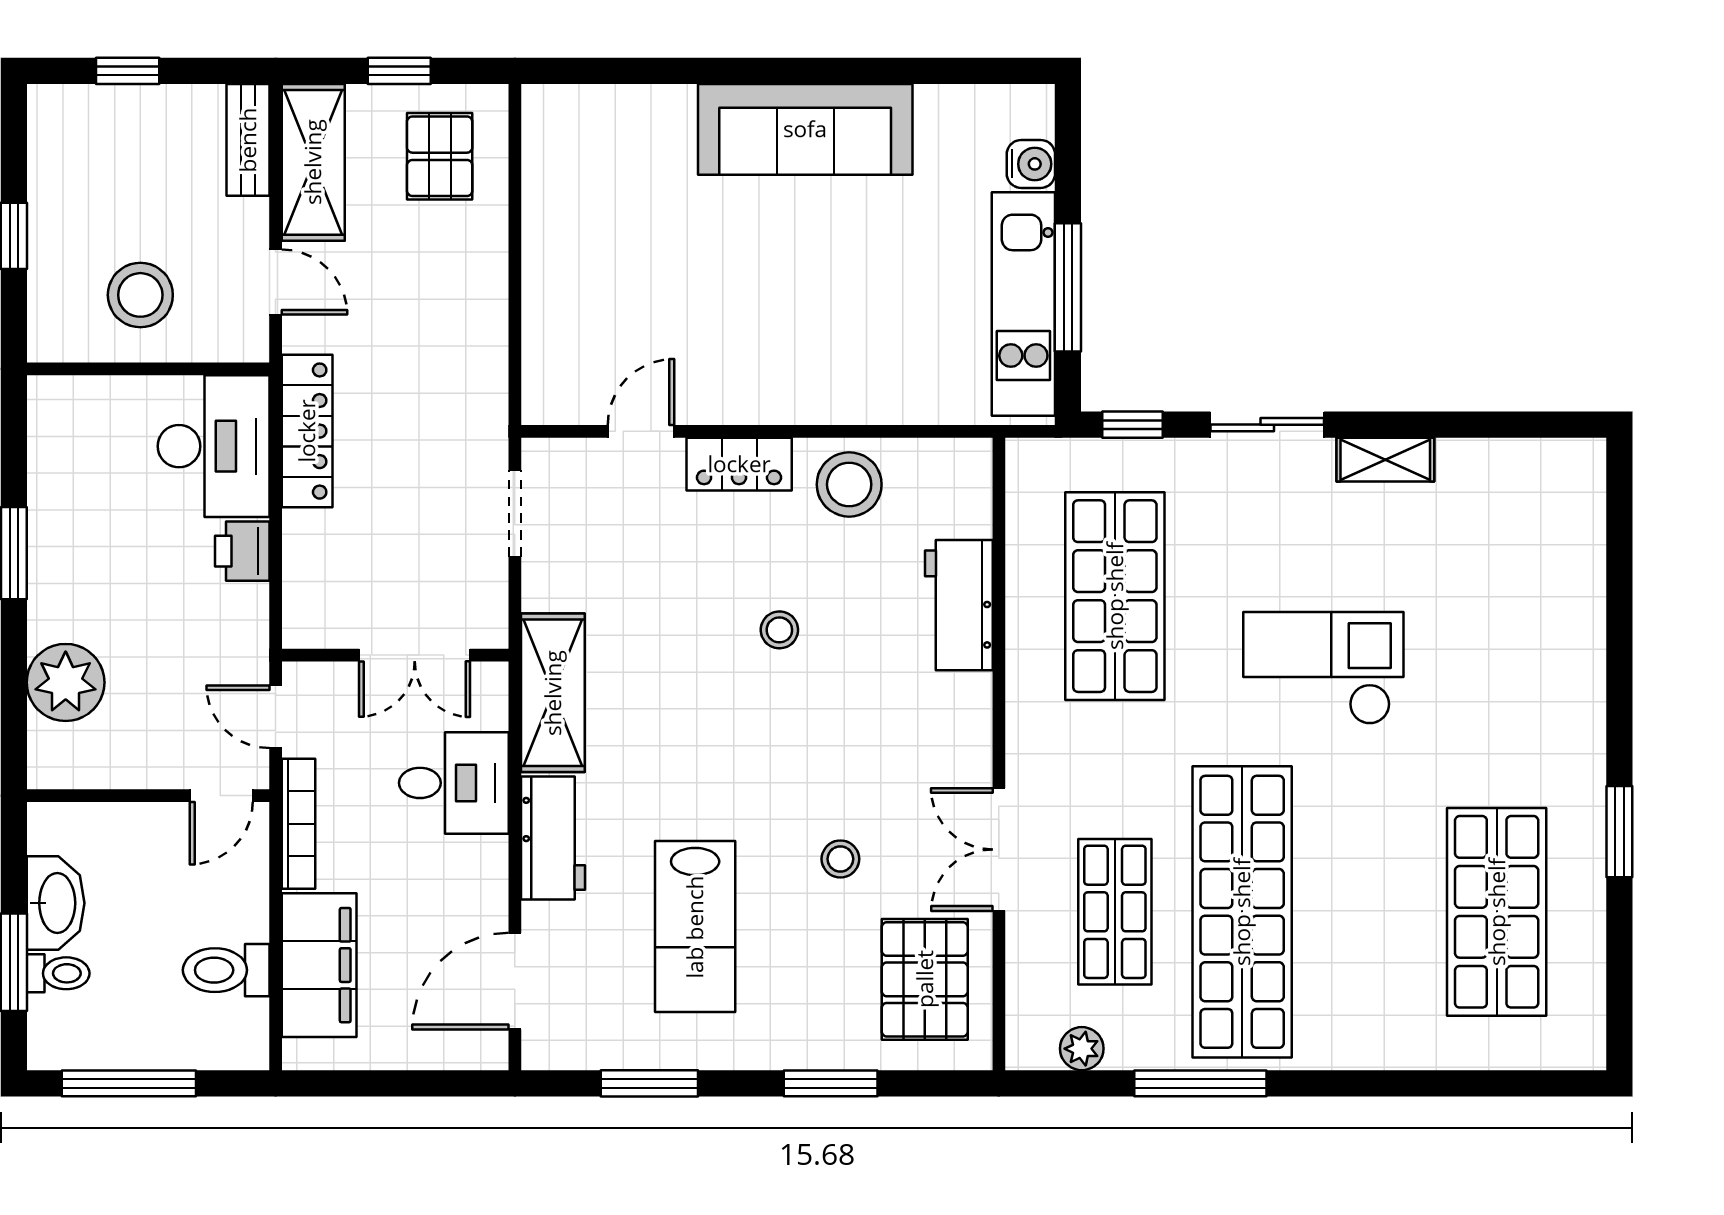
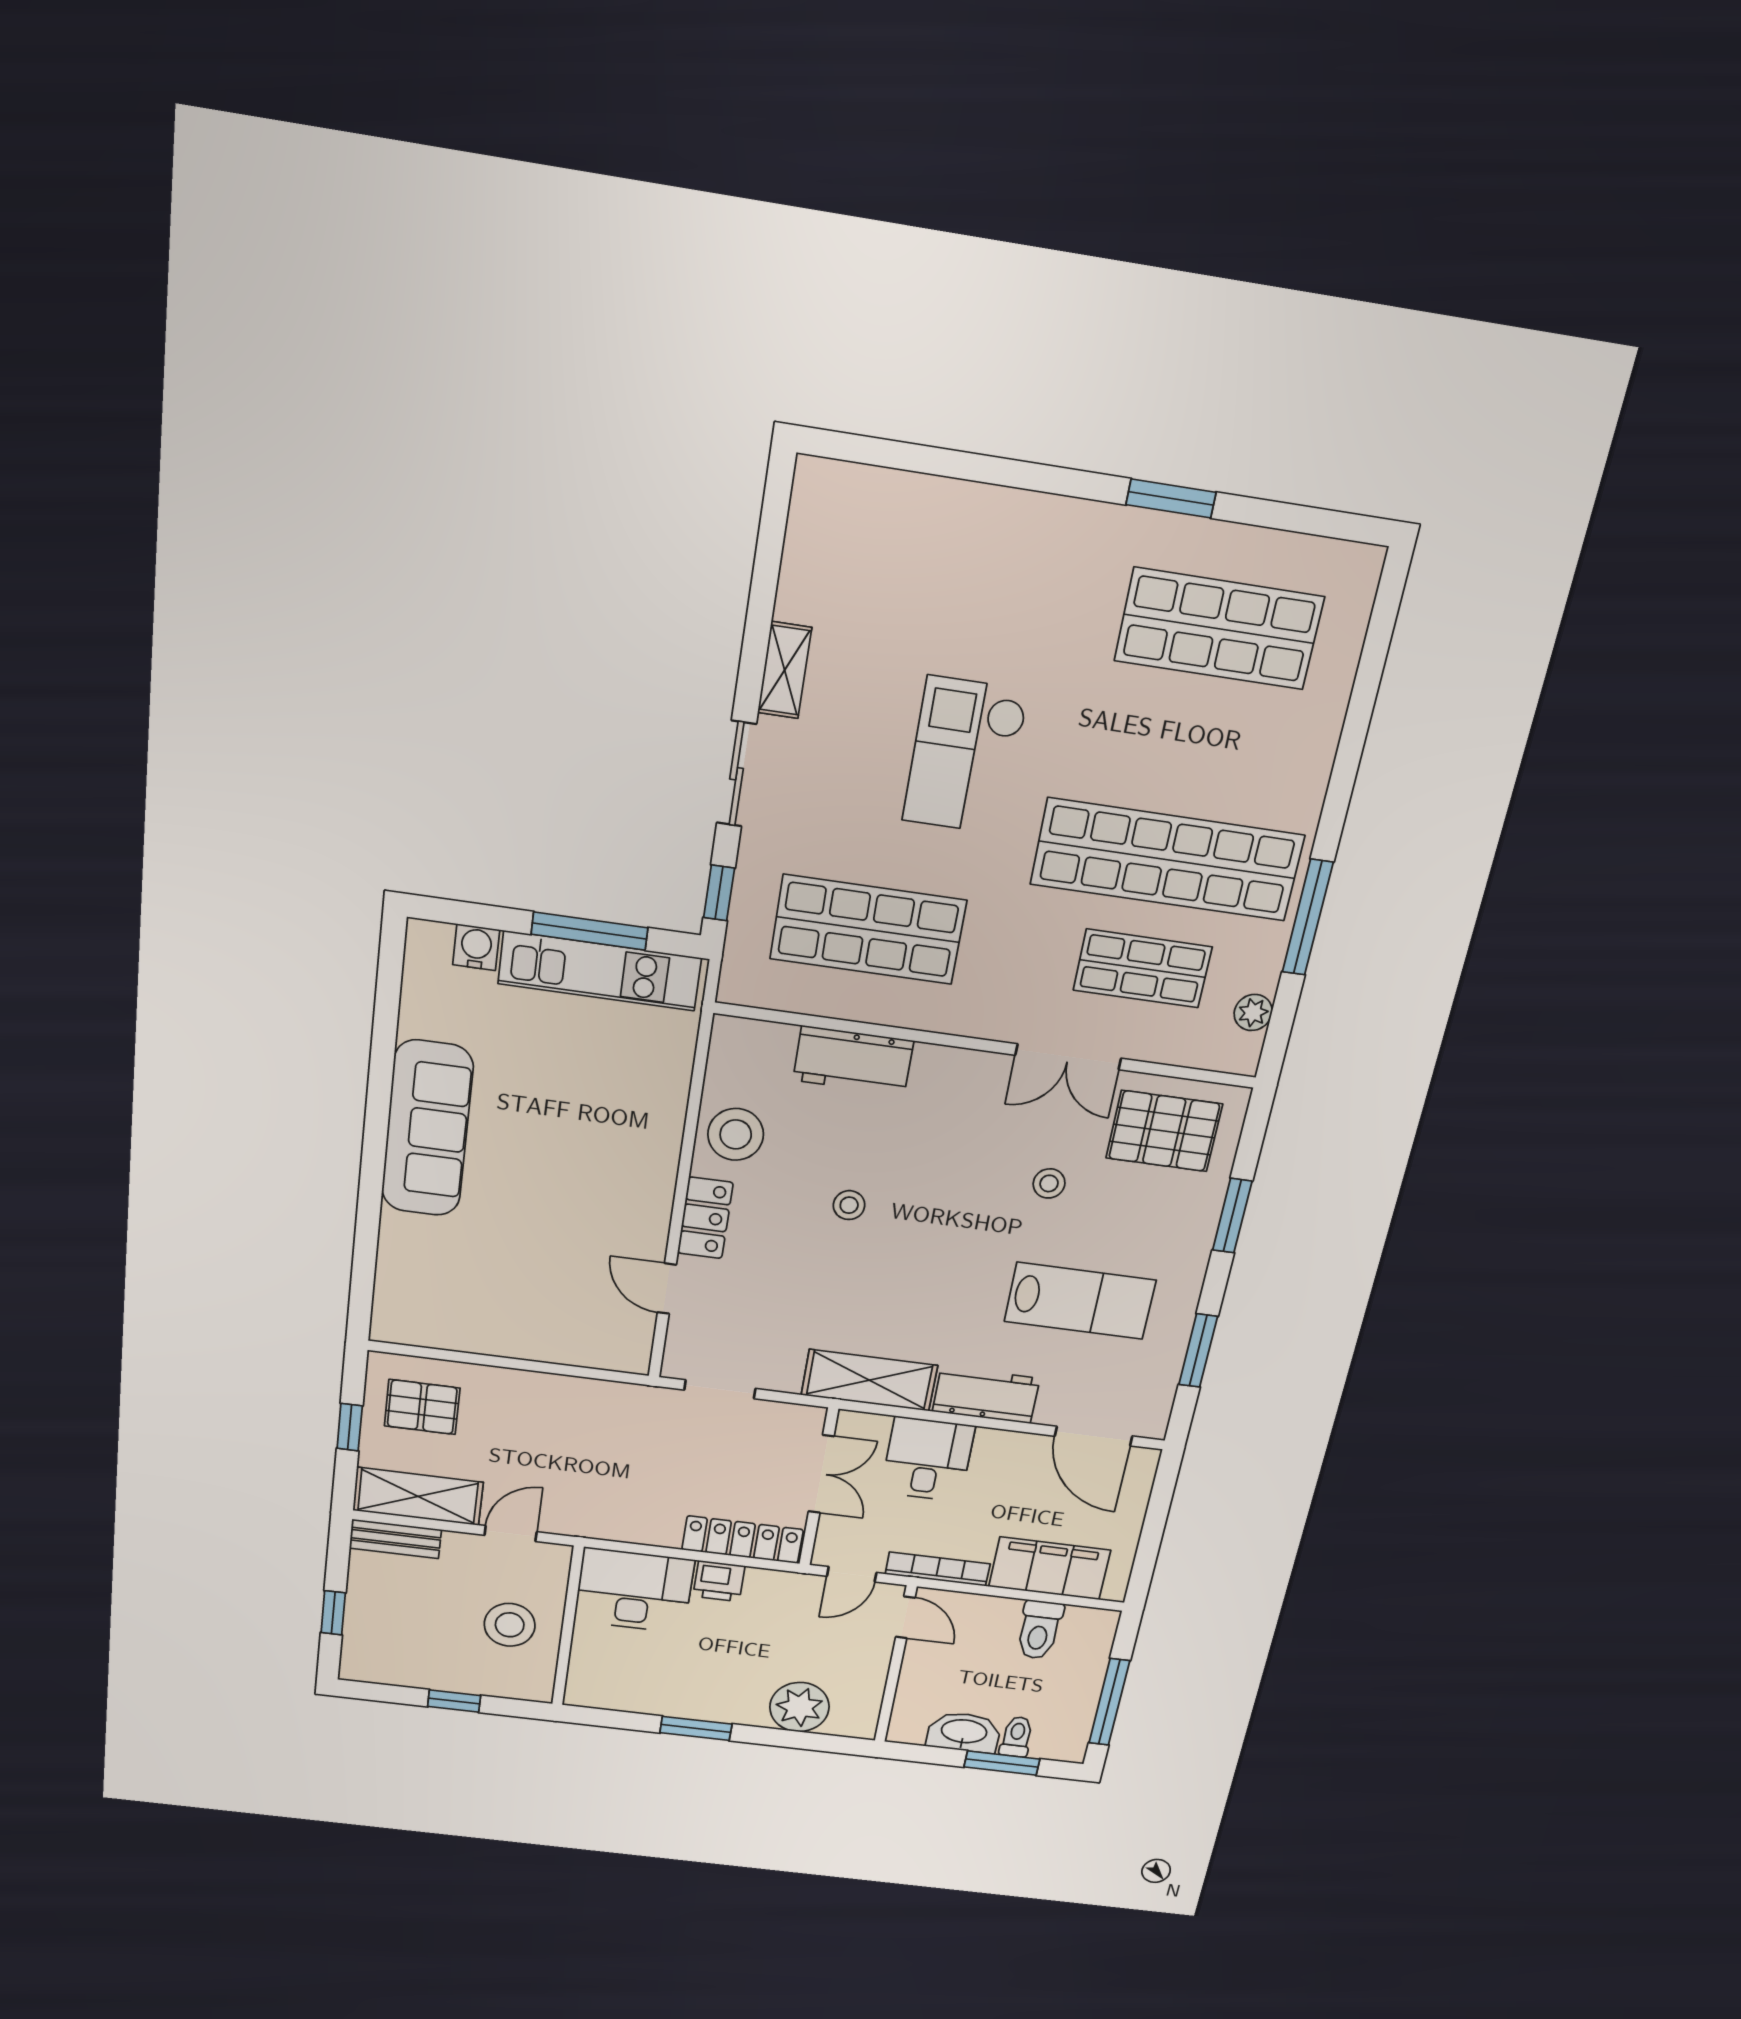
locker: (307, 431) -> (743, 1540), moved

